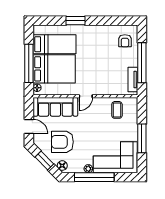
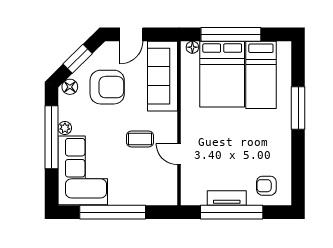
window: (76, 21) -> (298, 108), width x1.44
tv unit: (133, 79) -> (227, 198), moved
door: (86, 96) -> (179, 154), moved
coffee table: (117, 110) -> (140, 139), moved
window: (142, 138) -> (113, 212), width x1.46
armchair: (62, 142) -> (107, 87), turned 90

